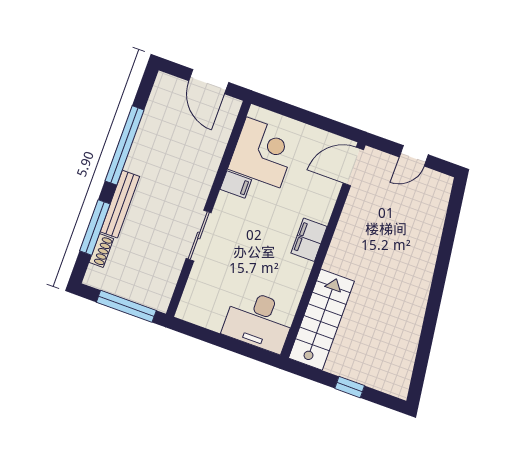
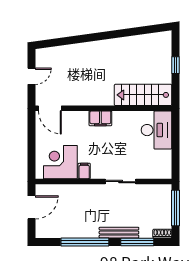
door: (414, 156) -> (31, 76), hinge flipped
shoe rack: (101, 251) -> (162, 234), moved

